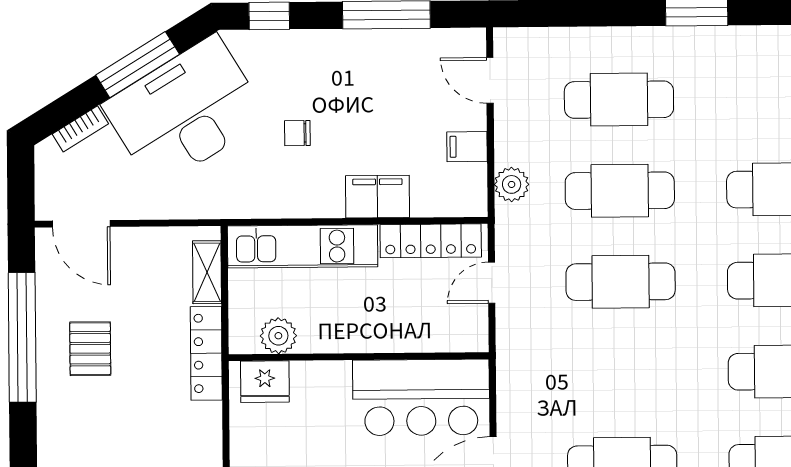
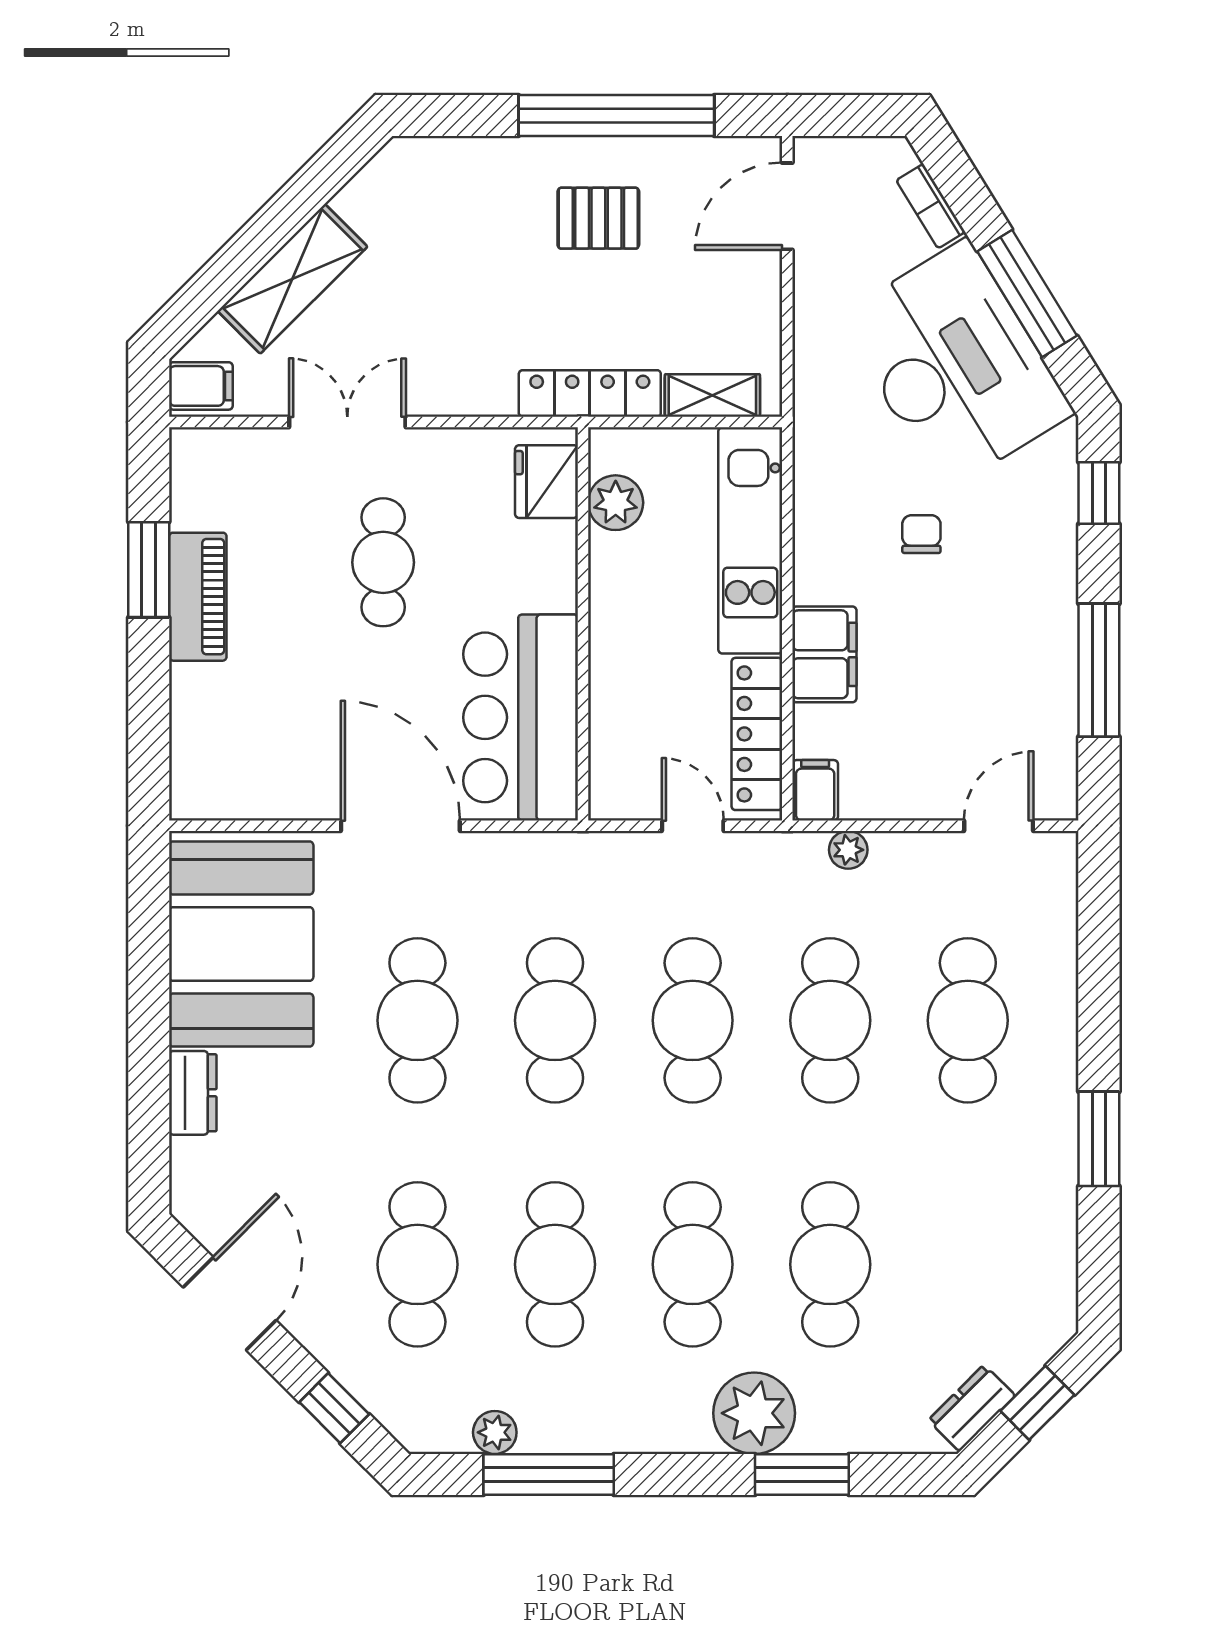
filing cabinet: (467, 147) -> (815, 790), moved
plant: (512, 184) -> (848, 850), width x0.73, depth x0.73
cafe table: (621, 373) -> (555, 1020), added

